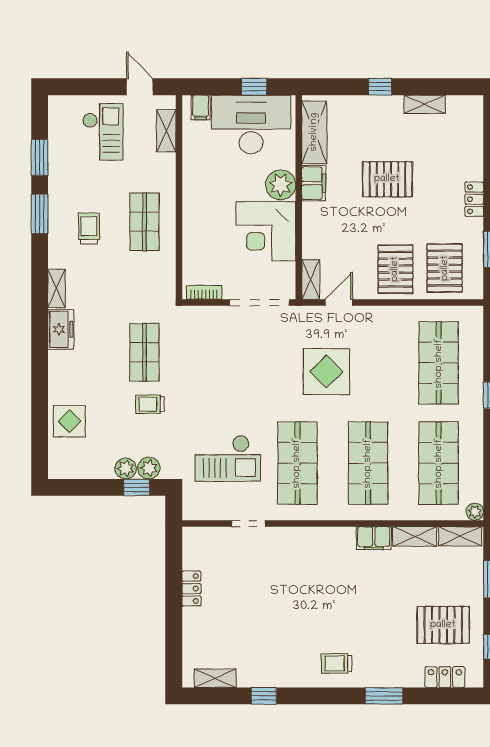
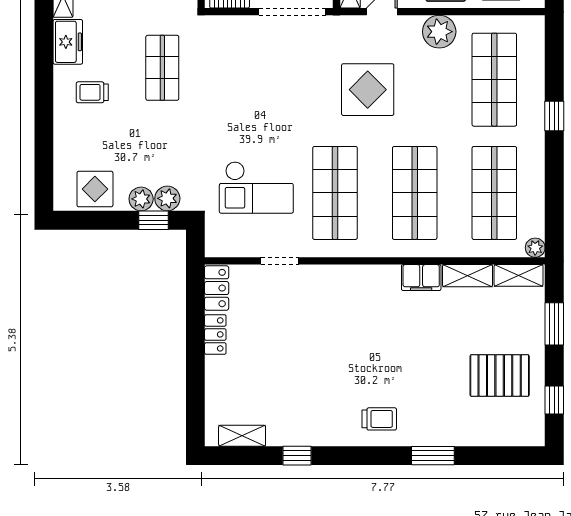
plant: (390, 320) -> (439, 32), added
trolley: (150, 404) -> (92, 92), moved
display table: (69, 421) -> (95, 189), moved
trolley: (337, 663) -> (379, 419), turned 180
locker: (445, 677) -> (217, 288), moved, turned 90

